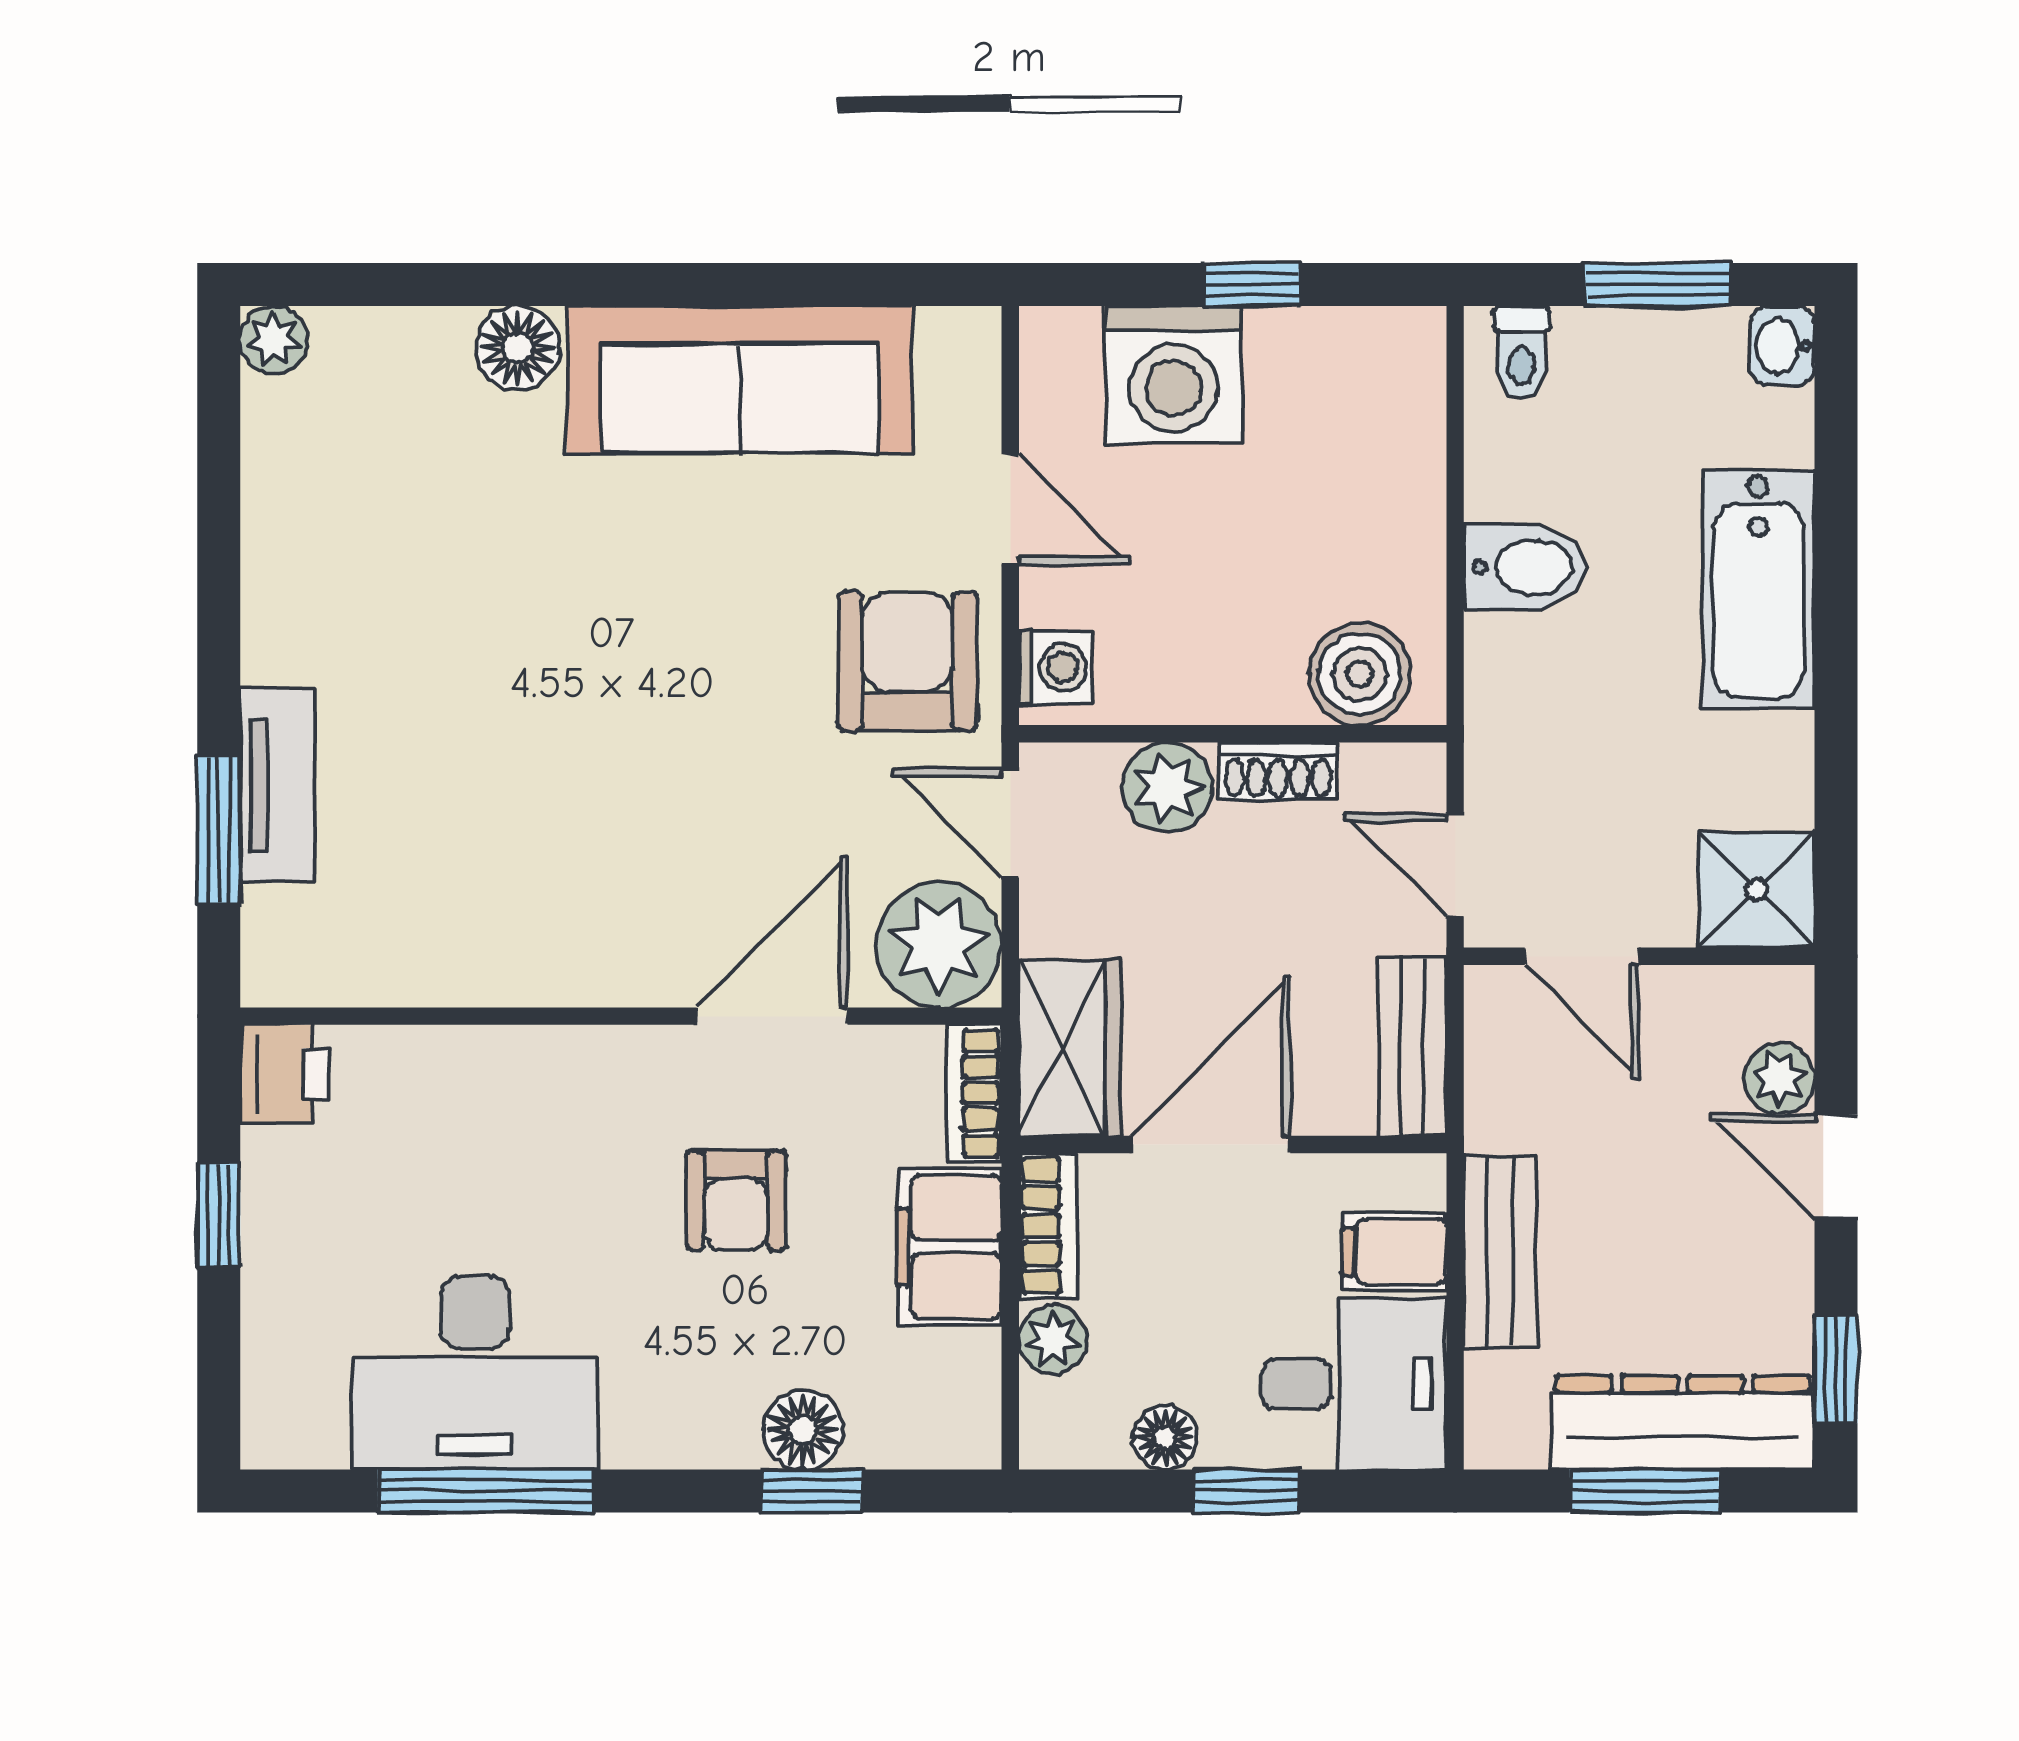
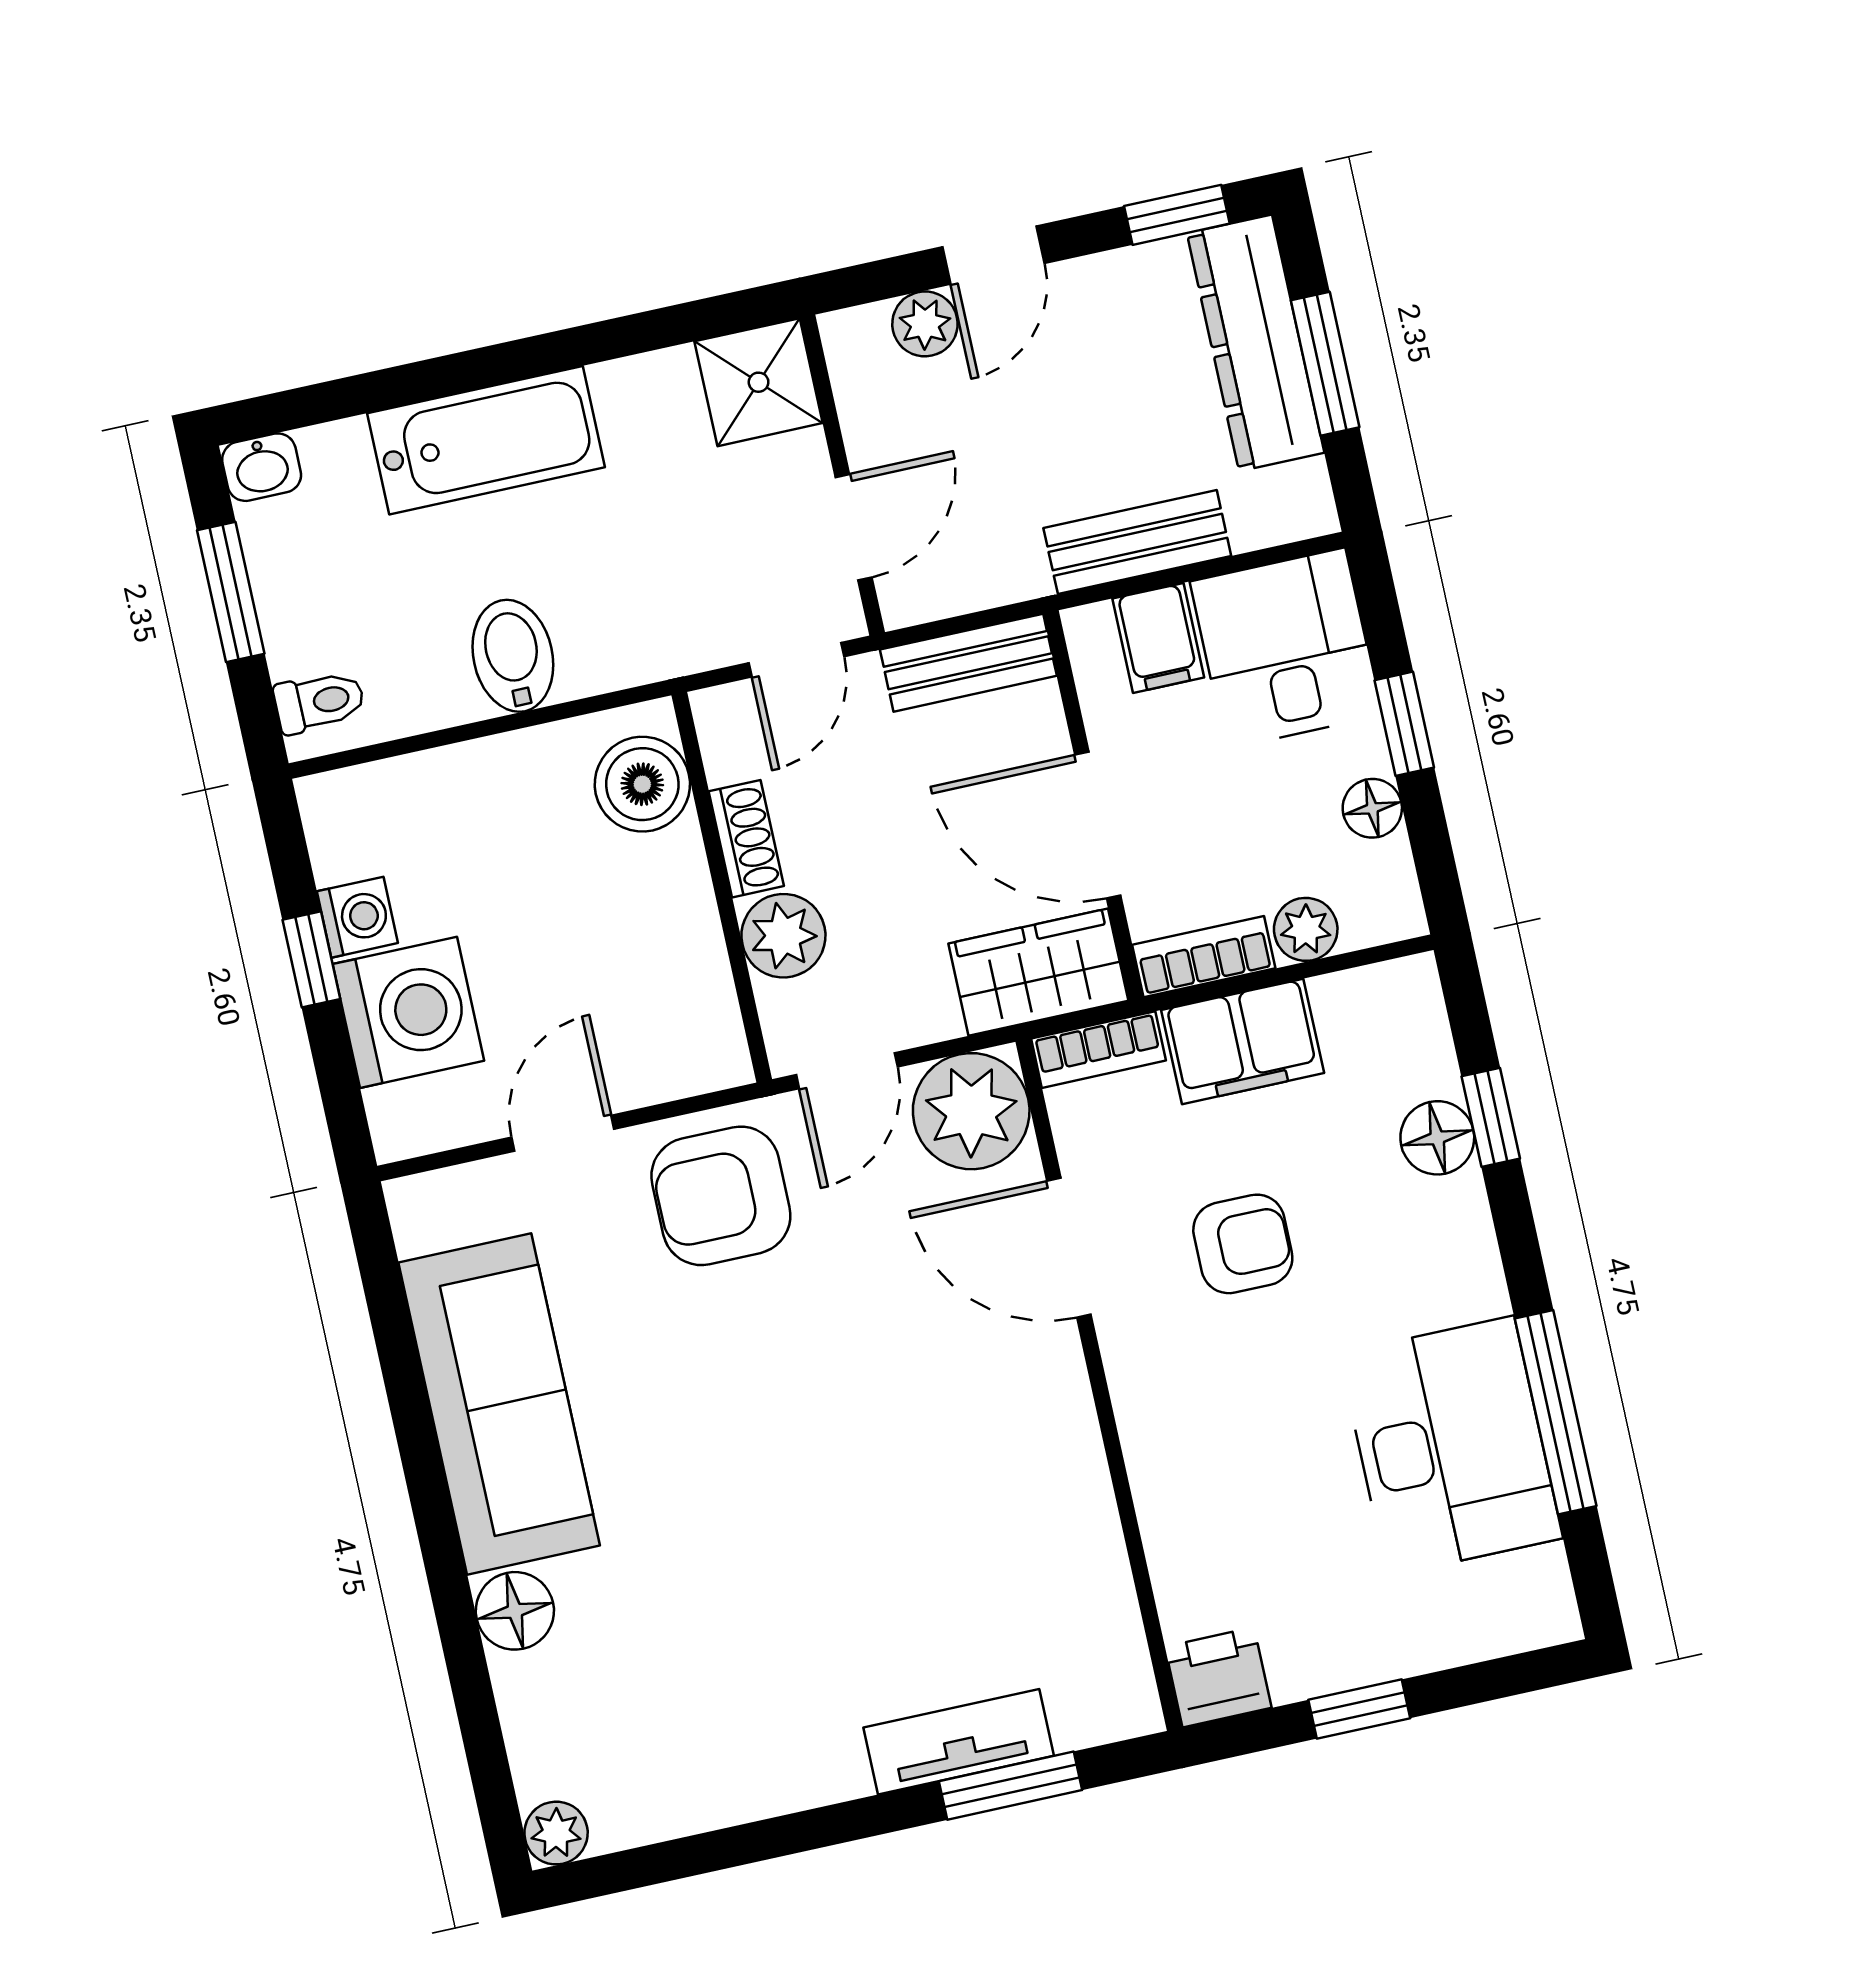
washing machine: (1056, 667) -> (357, 917), moved, turned 90

